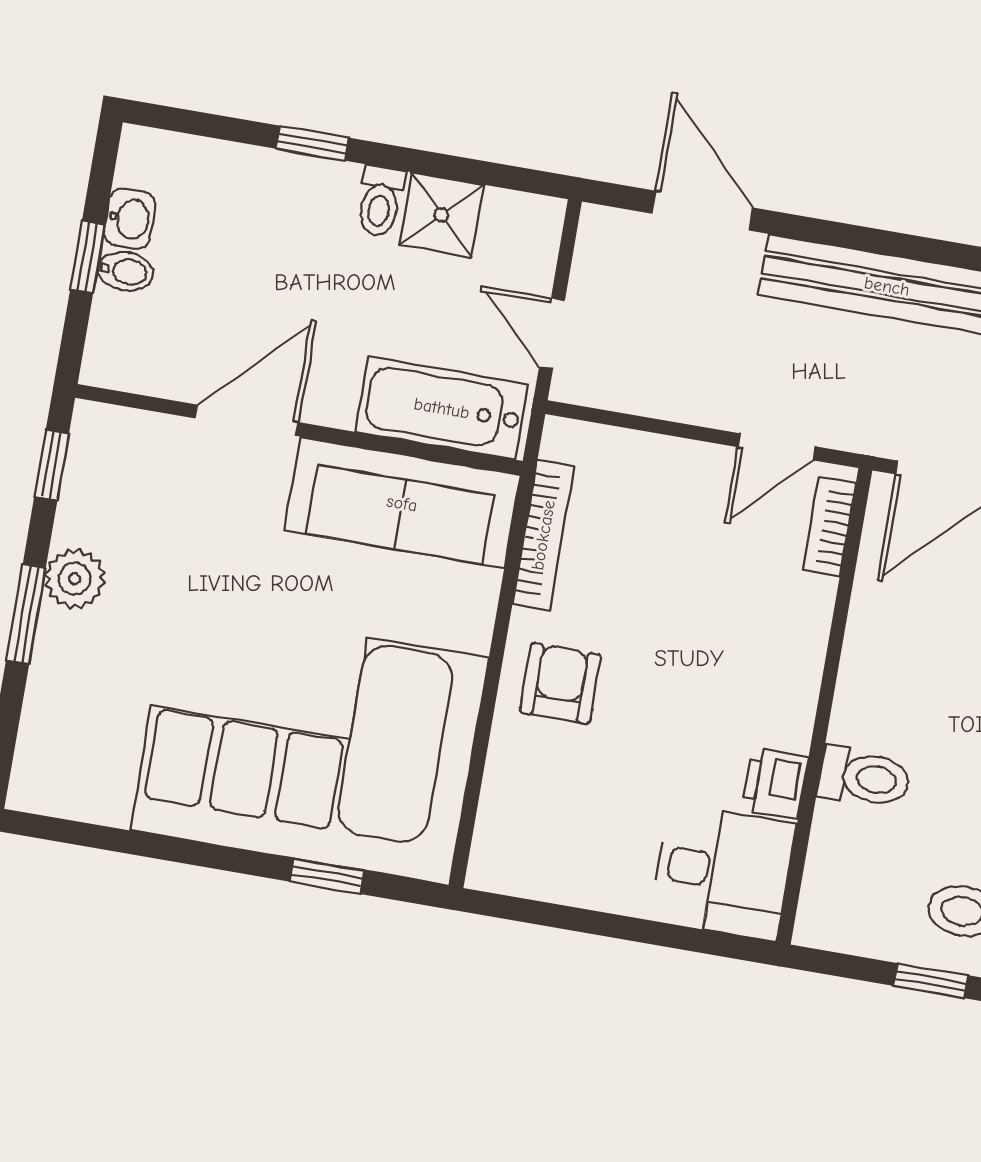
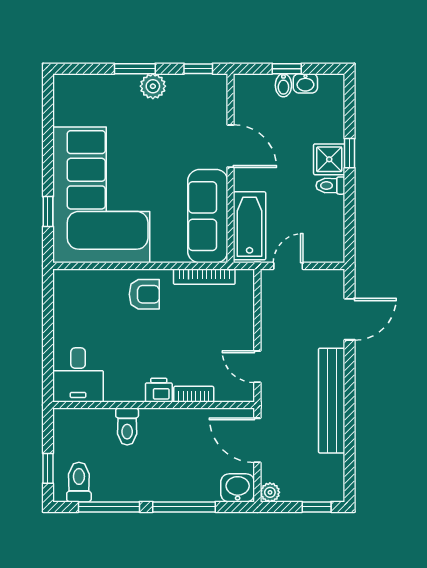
shower: (441, 215) -> (329, 159), moved
bookcase: (829, 527) -> (194, 394), moved
printer: (775, 783) -> (159, 390), moved

